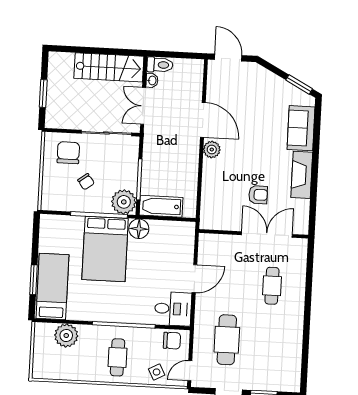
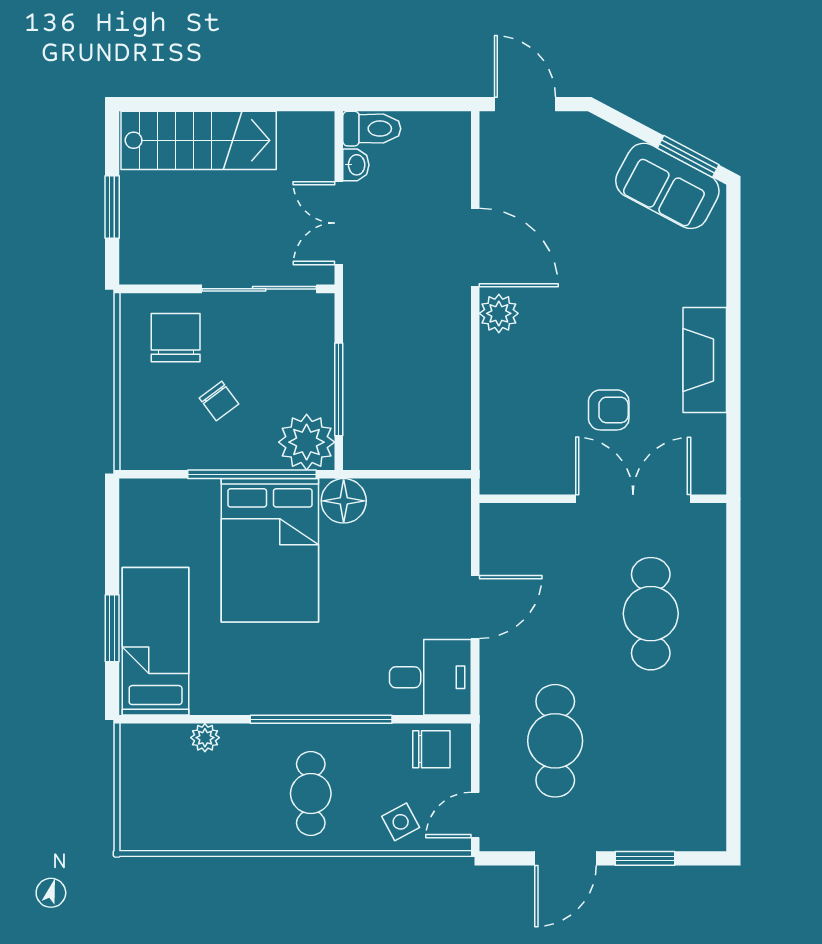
stairs: (109, 67) -> (199, 140), moved
sofa: (301, 128) -> (667, 186), moved, turned -62
bathtub: (161, 206) -> (391, 447), removed
cafe table: (272, 286) -> (651, 614), width x1.37, depth x1.35
plant: (66, 335) -> (205, 738), width x0.53, depth x0.53

